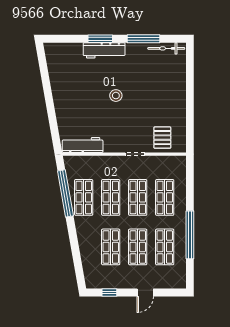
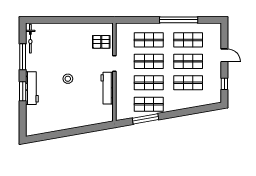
workbench: (83, 145) -> (107, 88), moved
window: (65, 193) -> (146, 119), width x0.68

